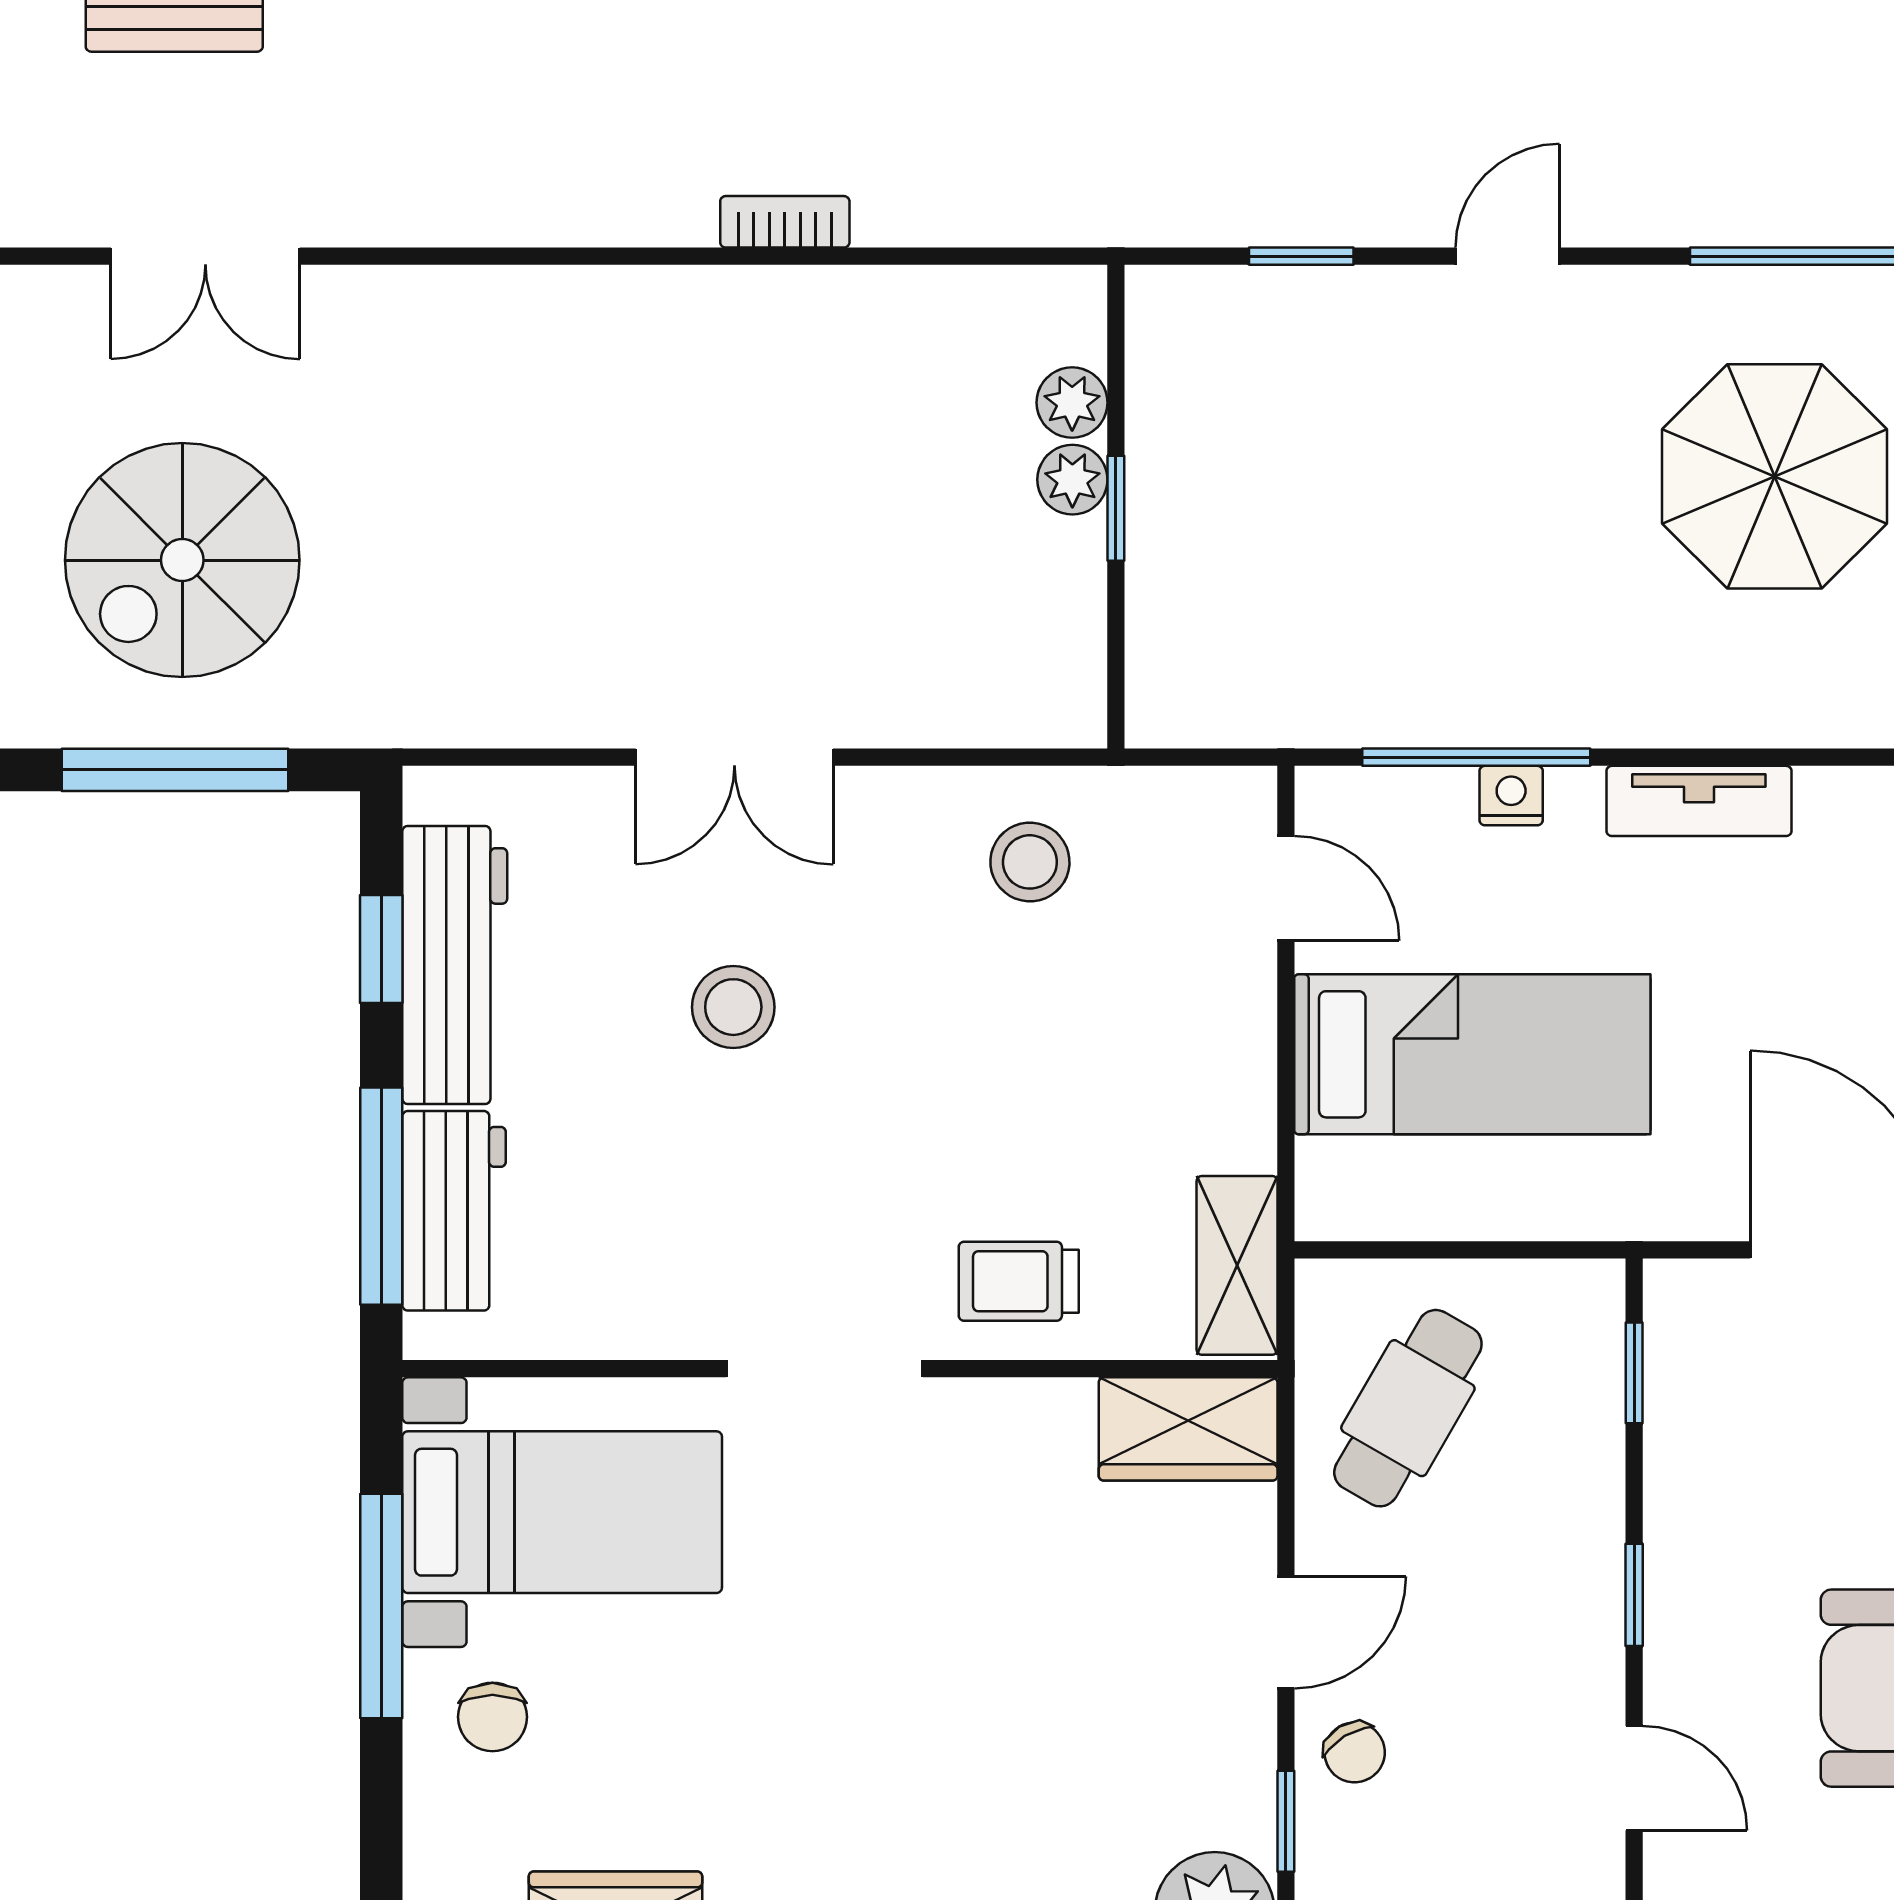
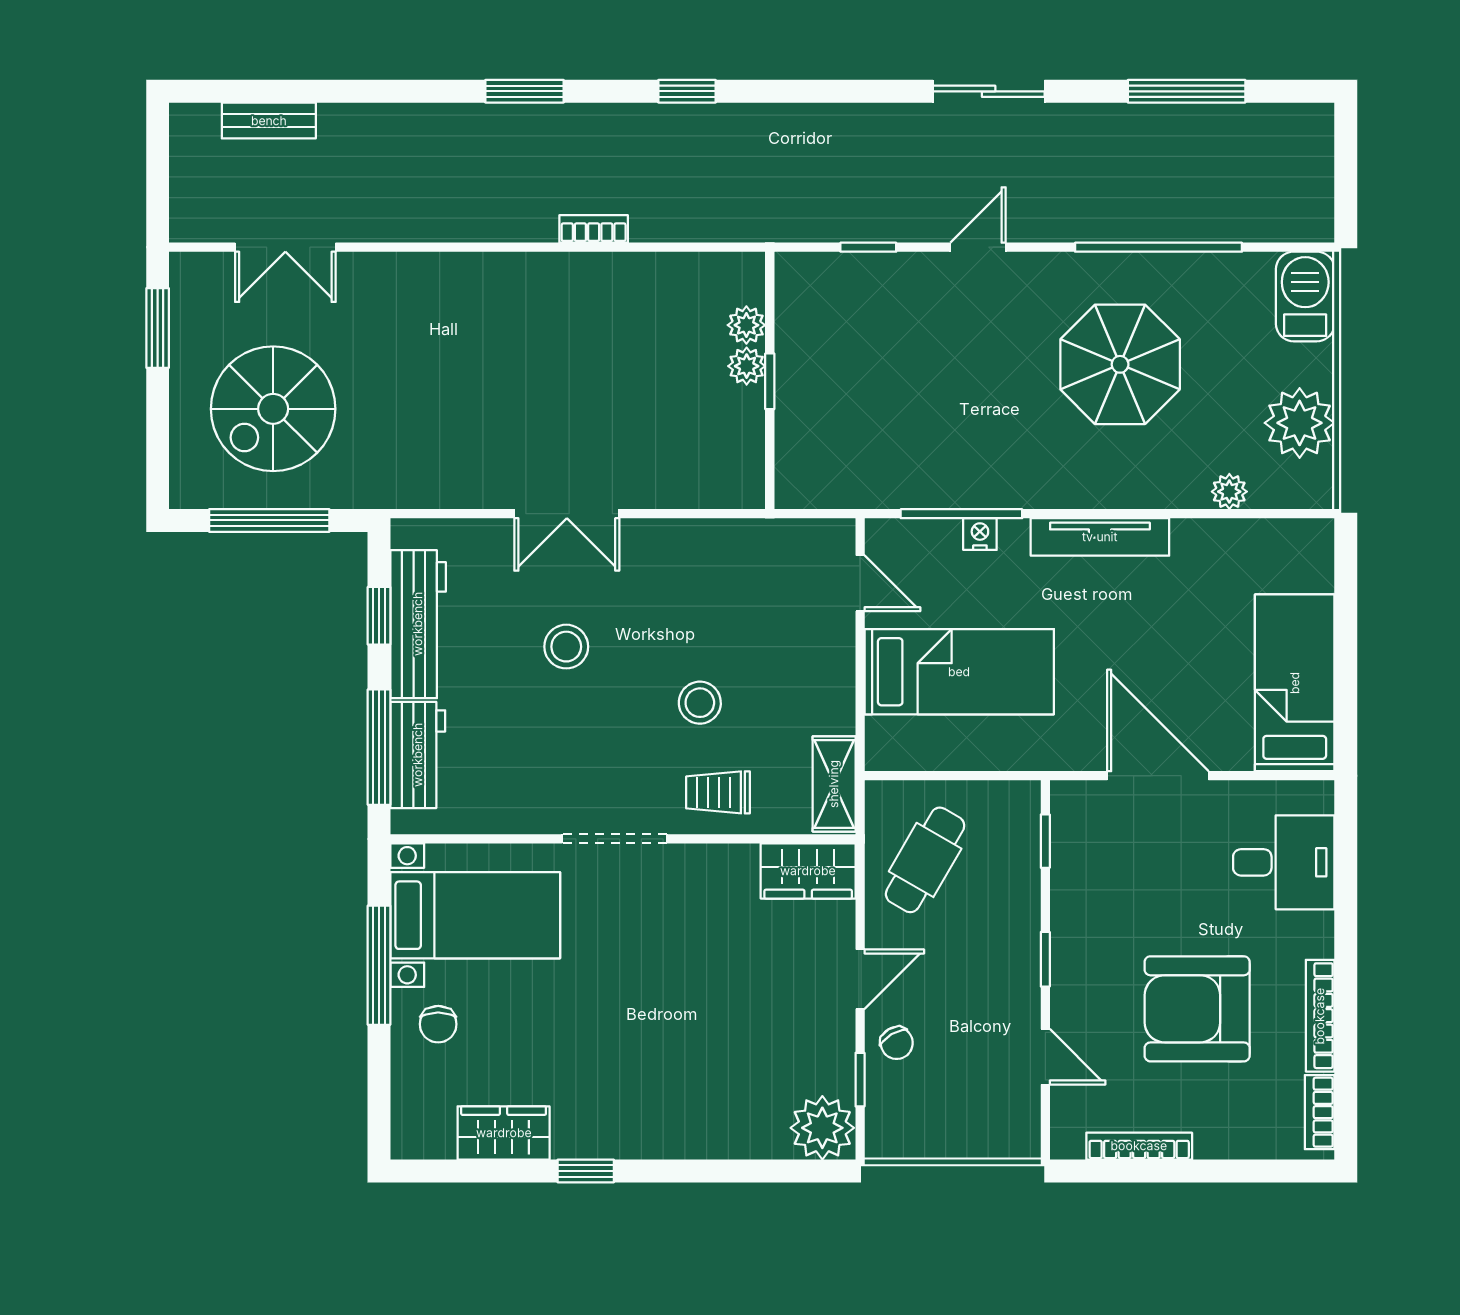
tv unit: (1699, 801) -> (1100, 537), width x1.41
stool: (1030, 862) -> (700, 703), moved

